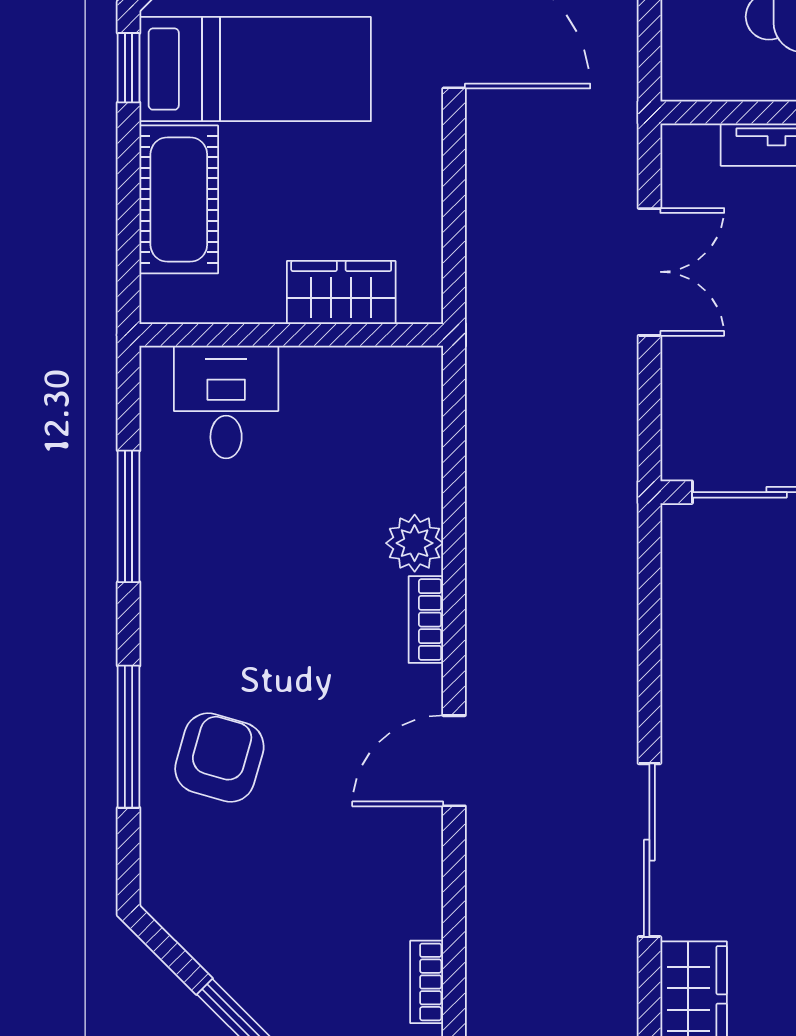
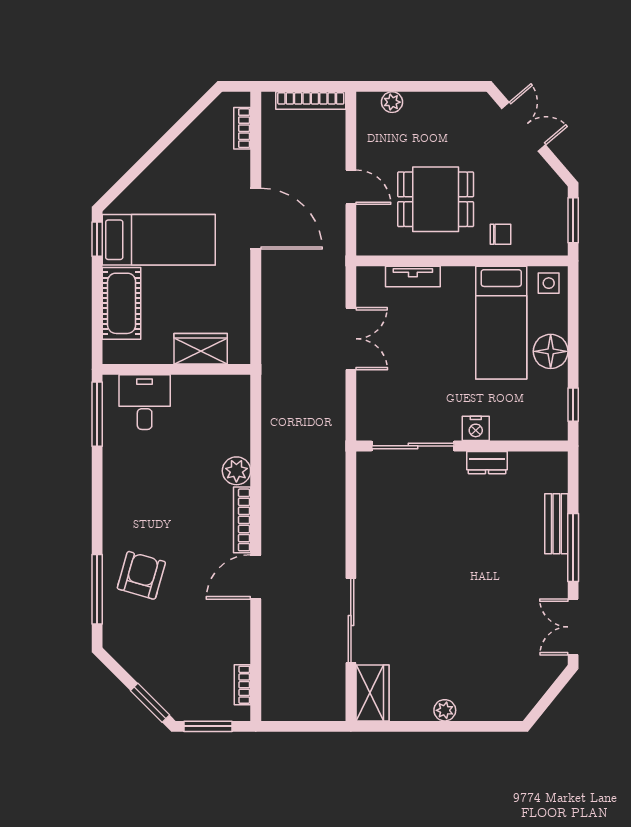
window: (129, 516) -> (97, 414), moved
bookcase: (426, 620) -> (242, 520), width x1.56
window: (129, 737) -> (97, 589), moved

